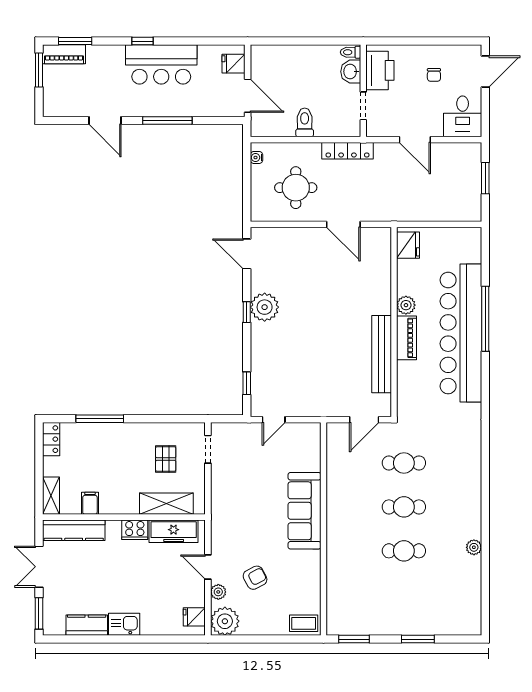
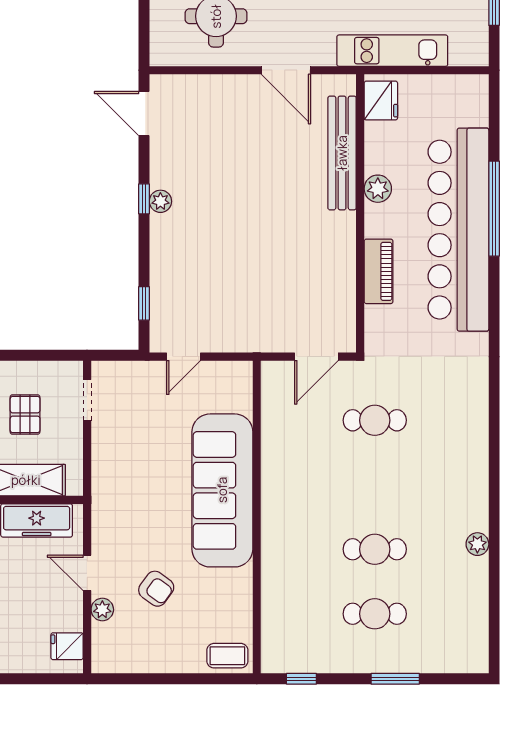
kitchen unit: (416, 211) -> (392, 51), added
plant: (265, 307) -> (160, 201), width x0.53, depth x0.53
piano: (407, 338) -> (379, 271), moved
bench: (382, 354) -> (342, 153), moved
cafe table: (404, 507) -> (375, 614), moved
sofa: (305, 511) -> (222, 490), width x1.36, depth x1.27
armchair: (255, 578) -> (156, 589), turned 64
plant: (225, 621) -> (112, 653), removed
window: (354, 639) -> (301, 679), width x0.67

